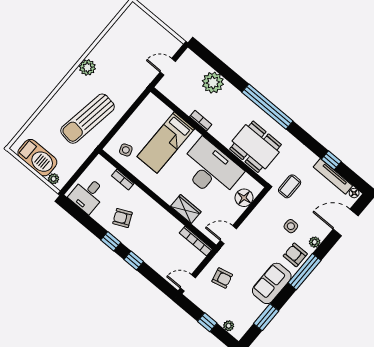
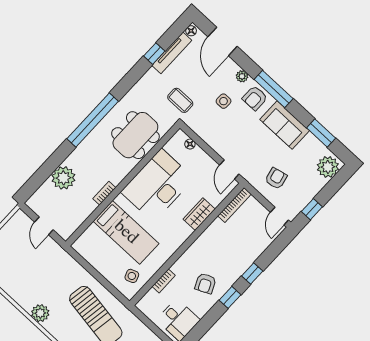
floor lamp: (244, 198) -> (190, 144), width x0.53, depth x0.53
window: (207, 322) -> (312, 209), moved
plant: (229, 326) -> (328, 167), width x1.88, depth x1.88

